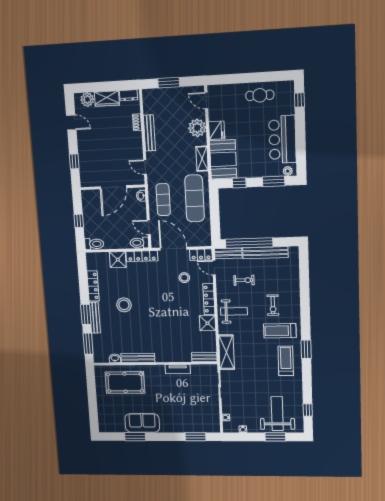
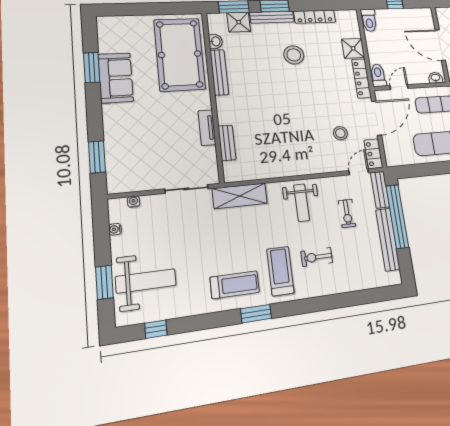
locker: (209, 299) -> (315, 167), removed
shower: (207, 323) -> (239, 22), moved
bench: (204, 357) -> (227, 143), moved
pool table: (125, 383) -> (180, 54), width x1.36, depth x1.32

